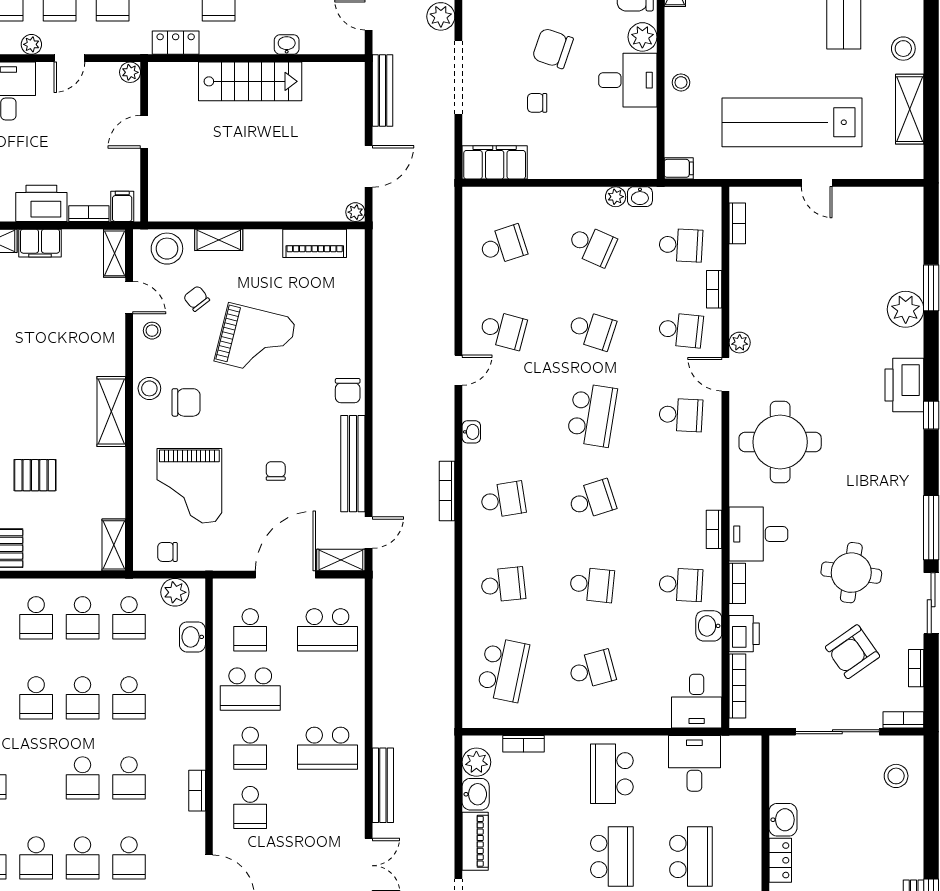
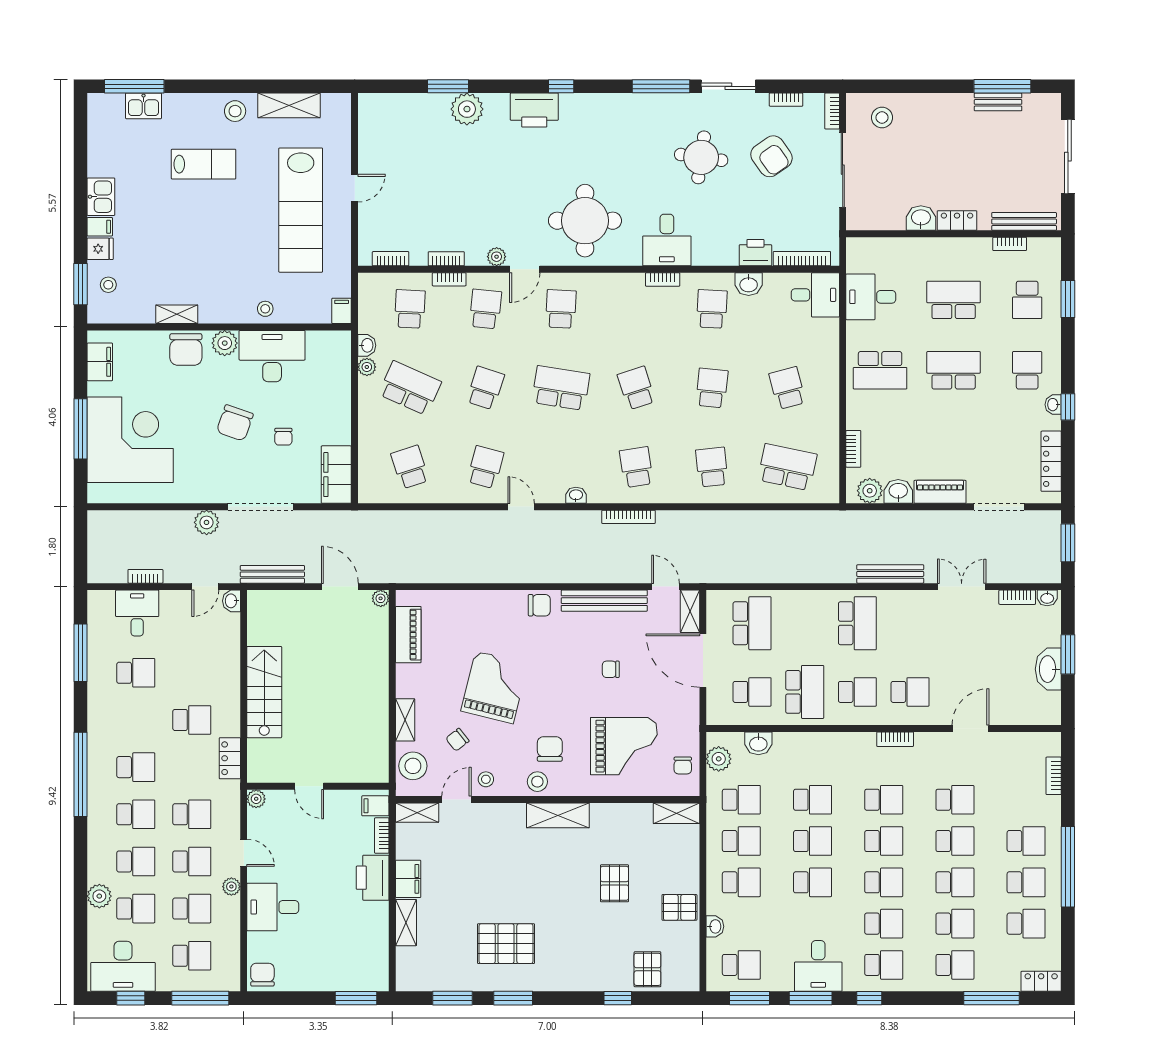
washbasin: (287, 44) -> (231, 601), moved
desk: (628, 80) -> (272, 356), width x1.37
school desk: (592, 245) -> (410, 388), width x1.85
bookcase: (737, 583) -> (446, 259), moved
school desk: (36, 778) -> (884, 882), added

